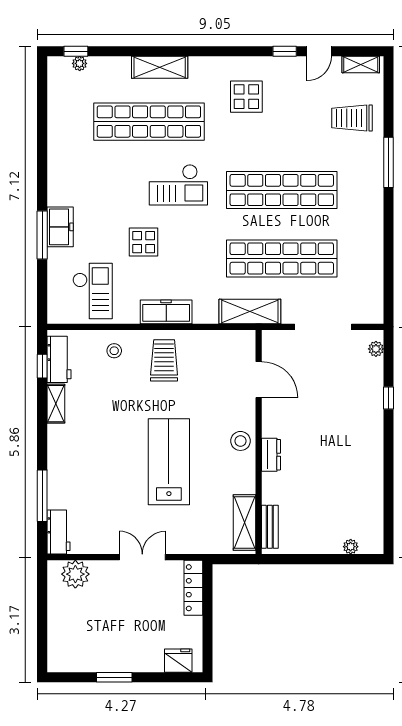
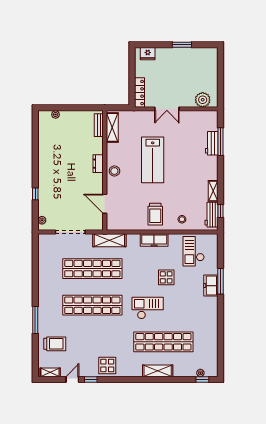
display table: (246, 97) -> (107, 366), moved
workbench: (58, 532) -> (212, 143), moved

